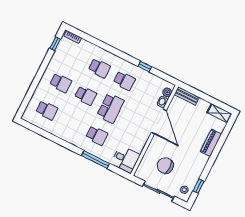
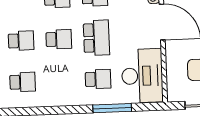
desk: (126, 159) -> (142, 76), width x1.87, depth x1.30

